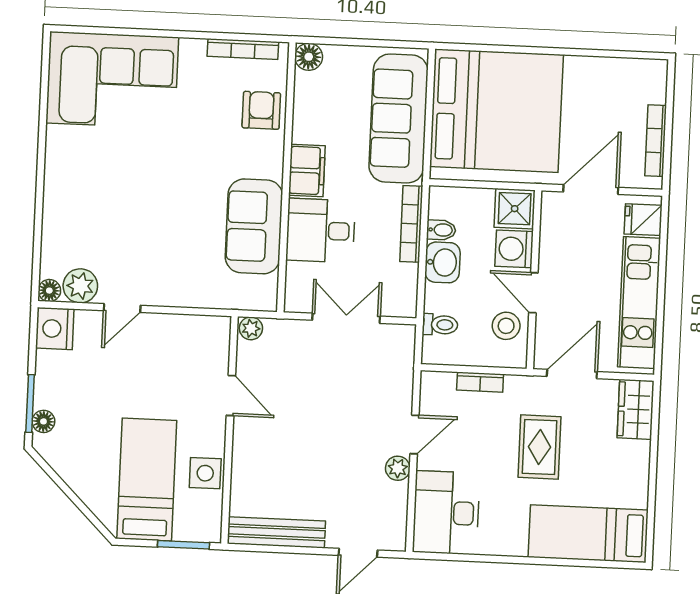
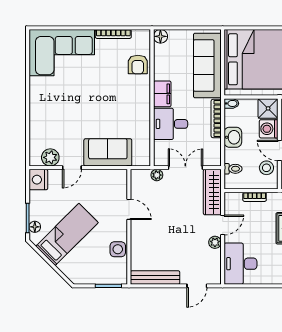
bookcase: (243, 49) -> (113, 34), moved
armchair: (261, 110) -> (138, 65), turned 180
sofa: (254, 226) -> (108, 152), moved, turned 90
bidet: (441, 230) -> (231, 103), moved
floor lamp: (49, 291) -> (35, 160), removed
plant: (251, 328) -> (157, 175), moved
wardrobe: (397, 369) -> (212, 192), added
bed: (147, 480) -> (67, 234), moved, turned 45

